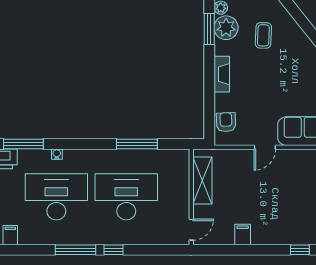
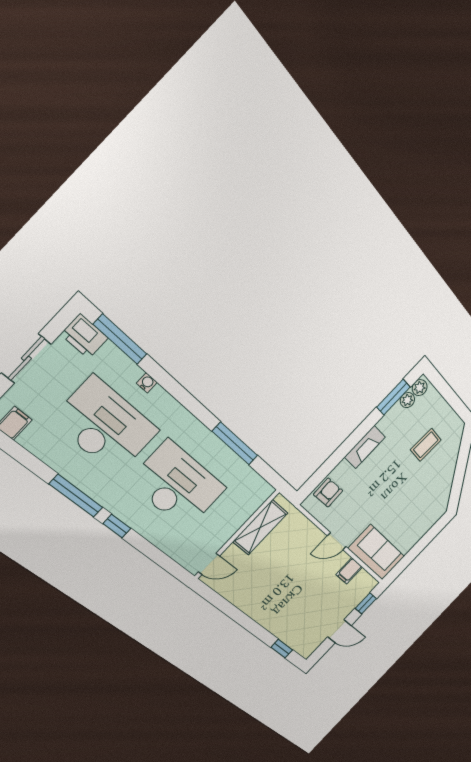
plant: (226, 28) -> (407, 400), width x0.53, depth x0.53
filing cabinet: (243, 234) -> (349, 571), moved, turned 180

